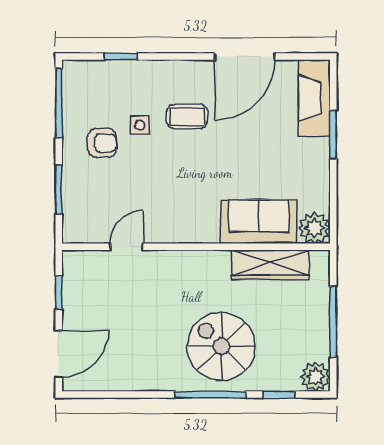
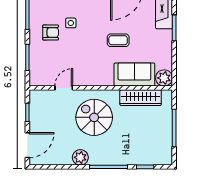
coffee table: (187, 116) -> (118, 40), moved
spiral stairs: (221, 346) -> (94, 117), moved
plant: (315, 377) -> (80, 157), moved

